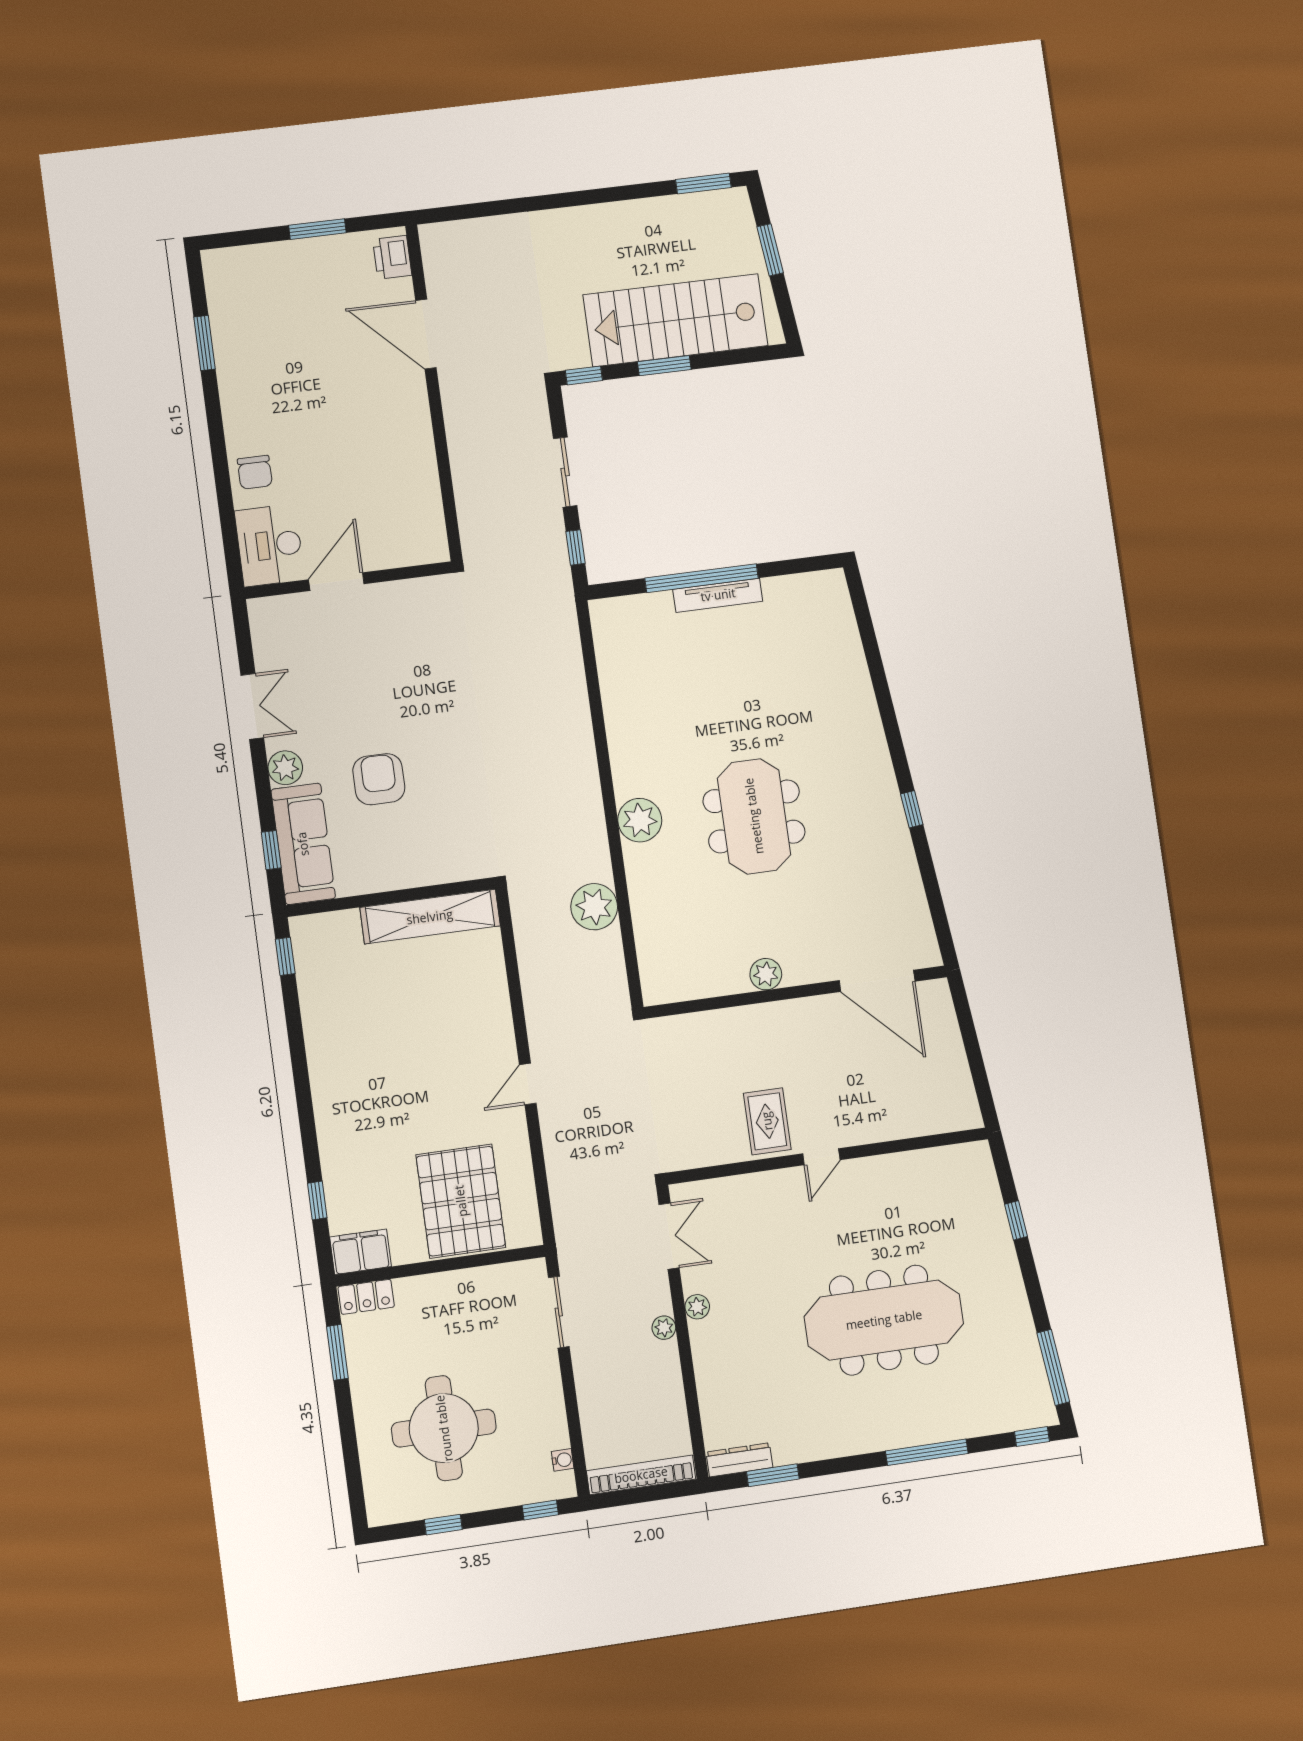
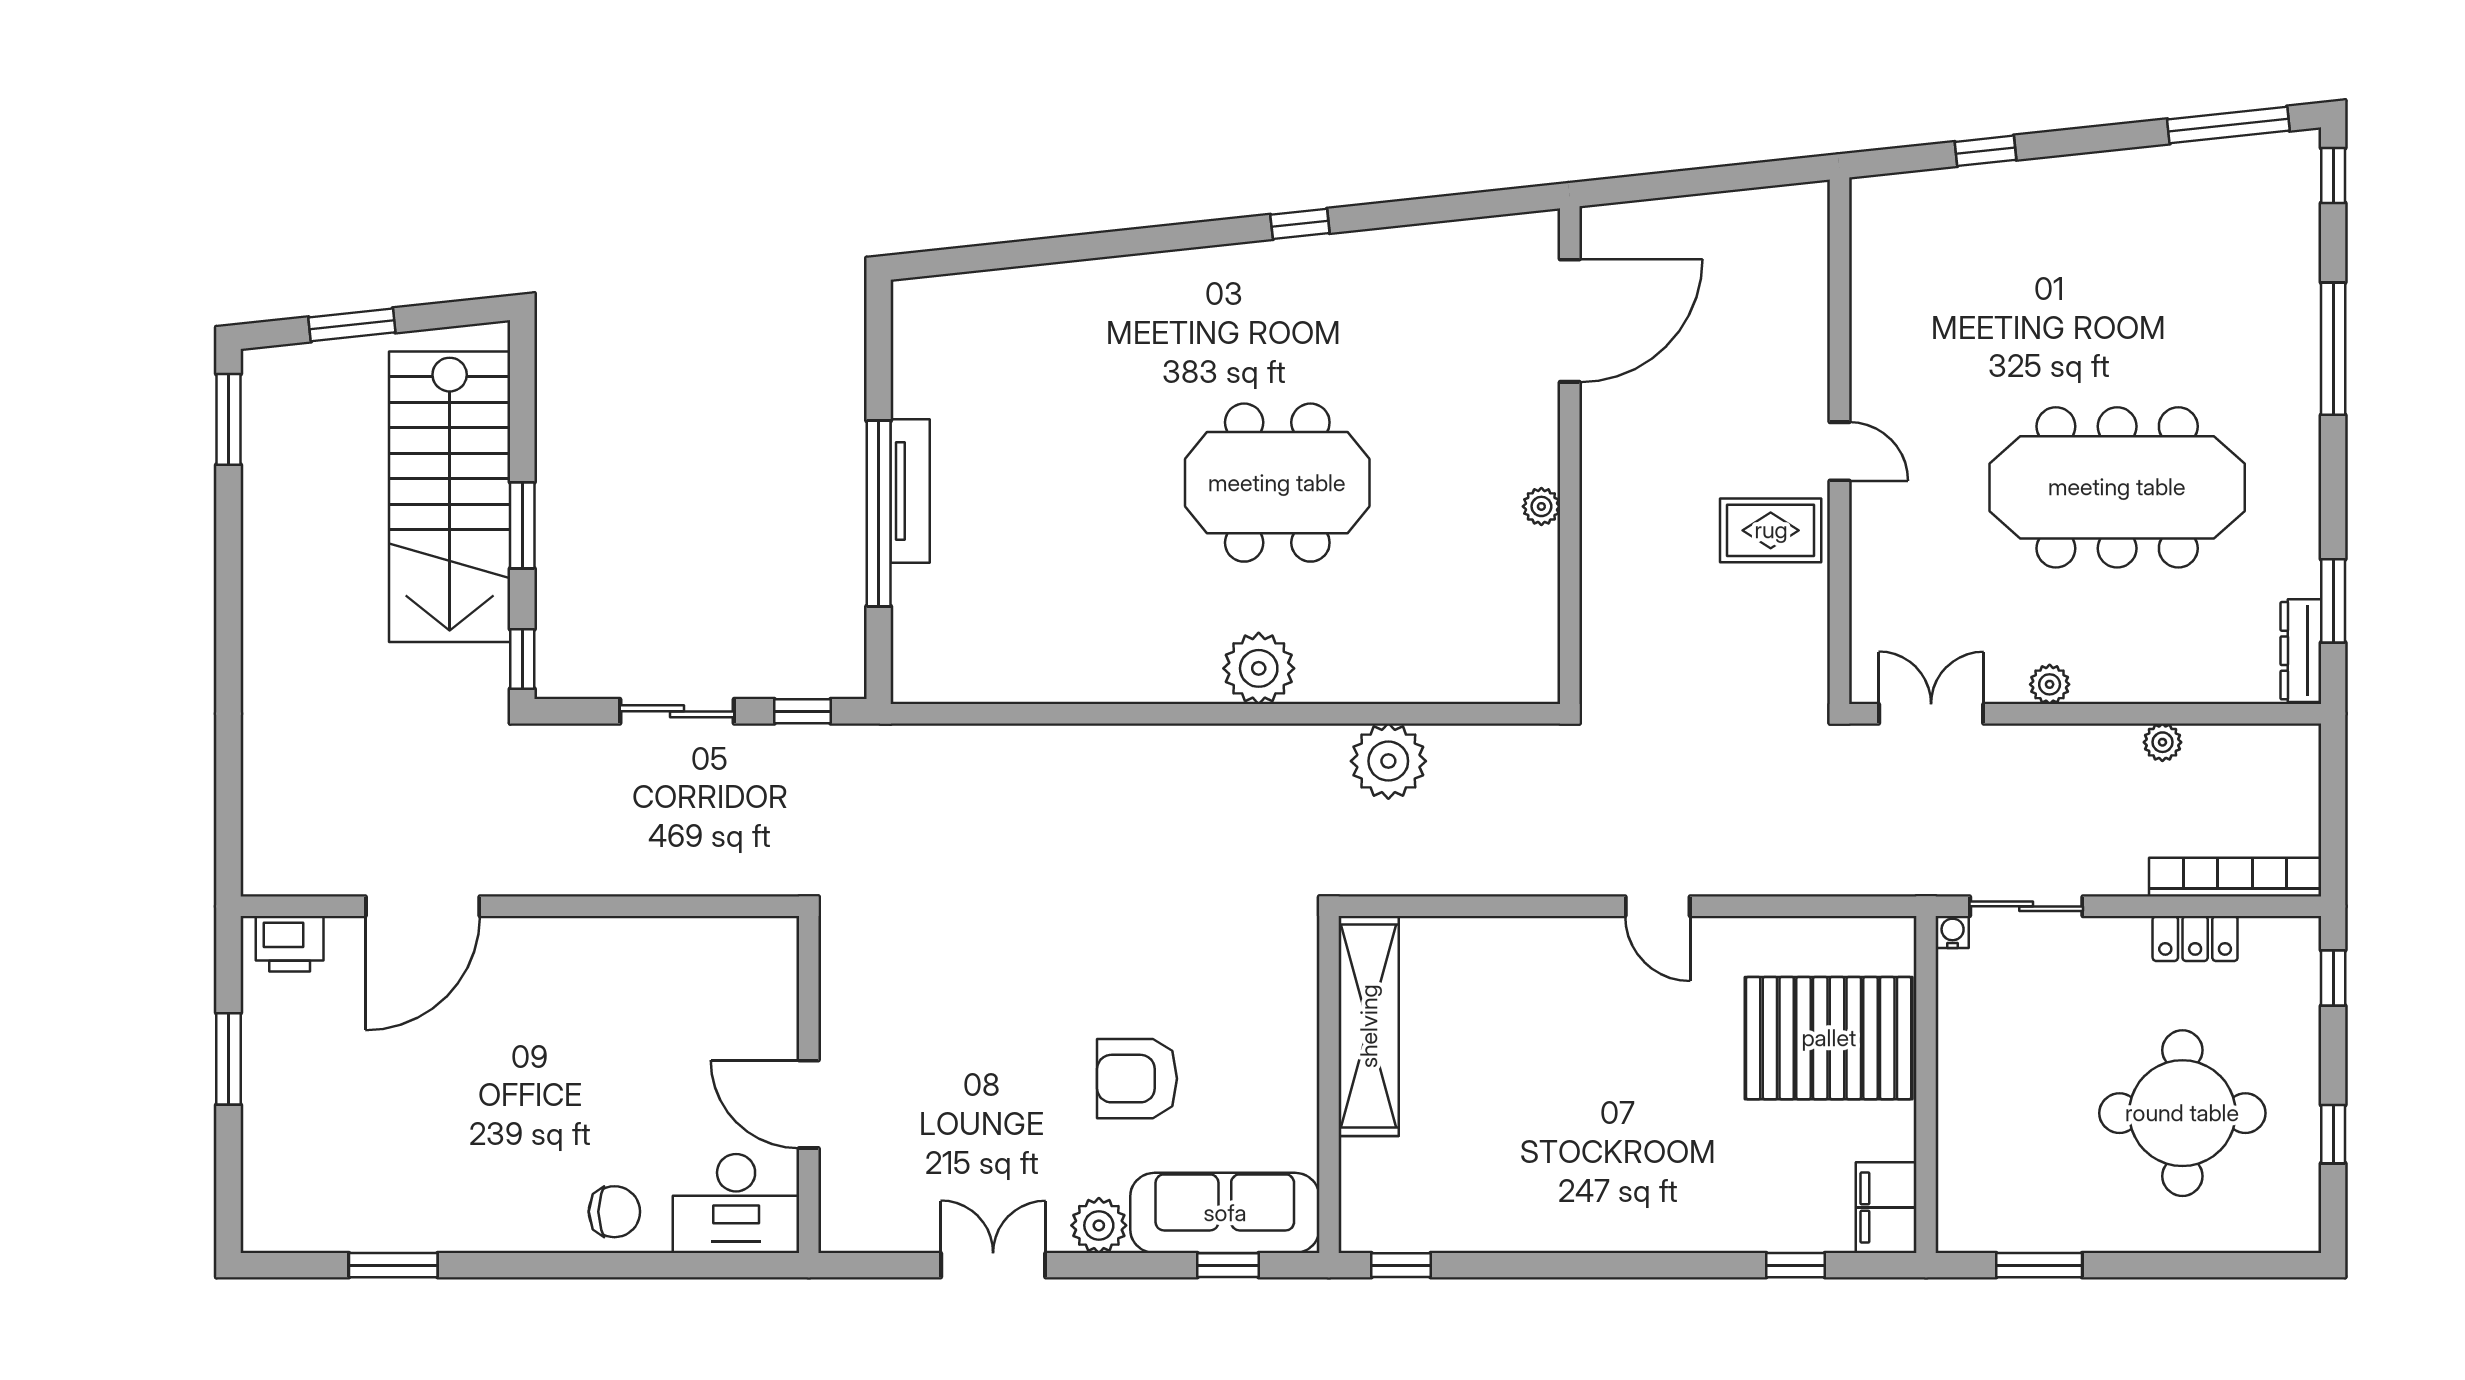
plant: (766, 974) -> (1541, 506), width x0.73, depth x0.73
locker: (366, 1297) -> (2195, 939), moved, turned 90
meeting table: (884, 1320) -> (2117, 487), moved, turned 90
plant: (664, 1328) -> (2162, 742), moved
water cooler: (563, 1460) -> (1953, 932), moved
bookcase: (641, 1475) -> (2235, 877), moved, turned 90

